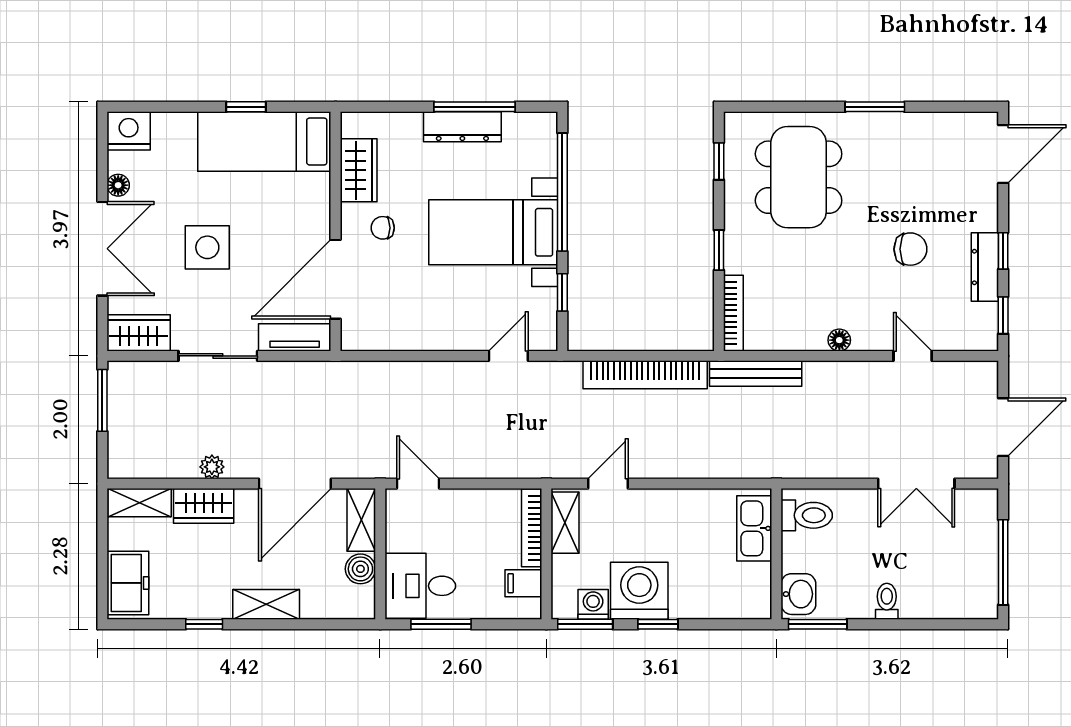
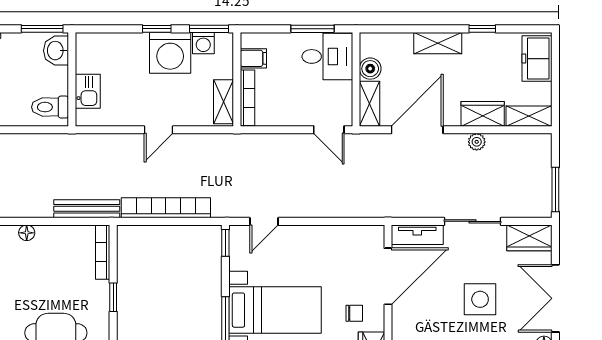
window: (562, 292) -> (225, 243), moved
door: (608, 484) -> (159, 130), moved
kitchen sink: (754, 528) -> (88, 91), width x0.73

